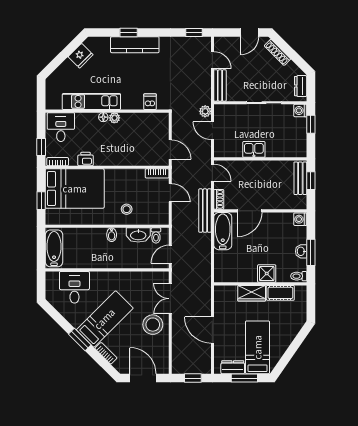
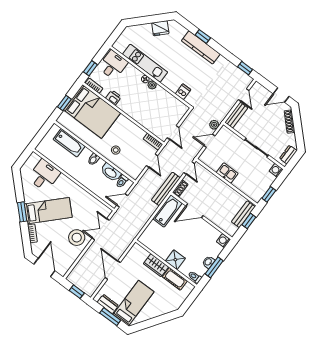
window: (311, 124) -> (269, 194), moved
door: (212, 131) -> (209, 141), hinge flipped
bathtub: (54, 248) -> (69, 143), moved, turned 90

